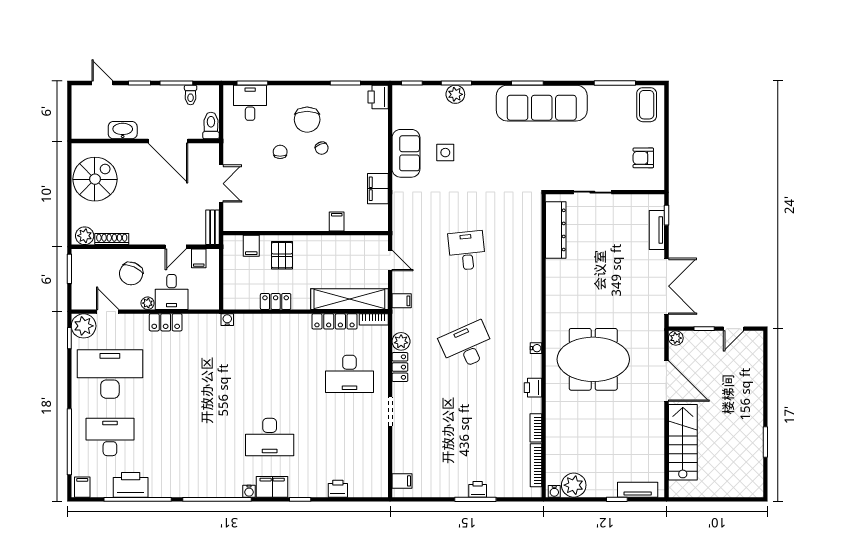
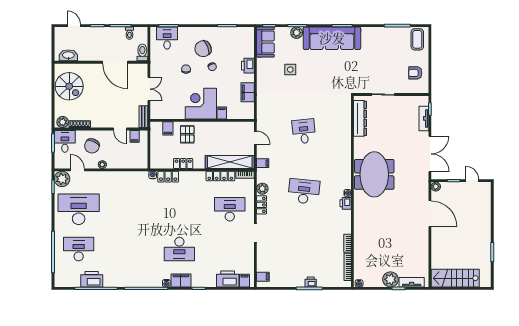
printer: (378, 97) -> (248, 66), moved
sofa: (542, 103) -> (332, 38), moved
chair: (307, 120) -> (203, 49), turned 68
washbasin: (123, 130) -> (68, 55), moved
sofa: (406, 153) -> (265, 42), moved
spiral stairs: (95, 179) -> (69, 86), turned 90
corner desk: (304, 207) -> (201, 104), added
door: (176, 247) -> (120, 129), hinge flipped
desk: (172, 292) -> (65, 141), moved, turned 180
locker: (166, 322) -> (168, 177), moved
door: (734, 329) -> (472, 181), swing flipped
desk: (467, 346) -> (304, 191), turned 30
meeting table: (593, 359) -> (374, 174), moved, turned 90
desk: (349, 374) -> (230, 209), turned 180
printer: (533, 388) -> (346, 203), moved
stairs: (683, 442) -> (455, 278), moved, turned -90
plant: (574, 485) -> (391, 279), moved
filing cabinet: (82, 487) -> (245, 281), moved
printer: (338, 489) -> (228, 279), width x1.87, depth x1.48

